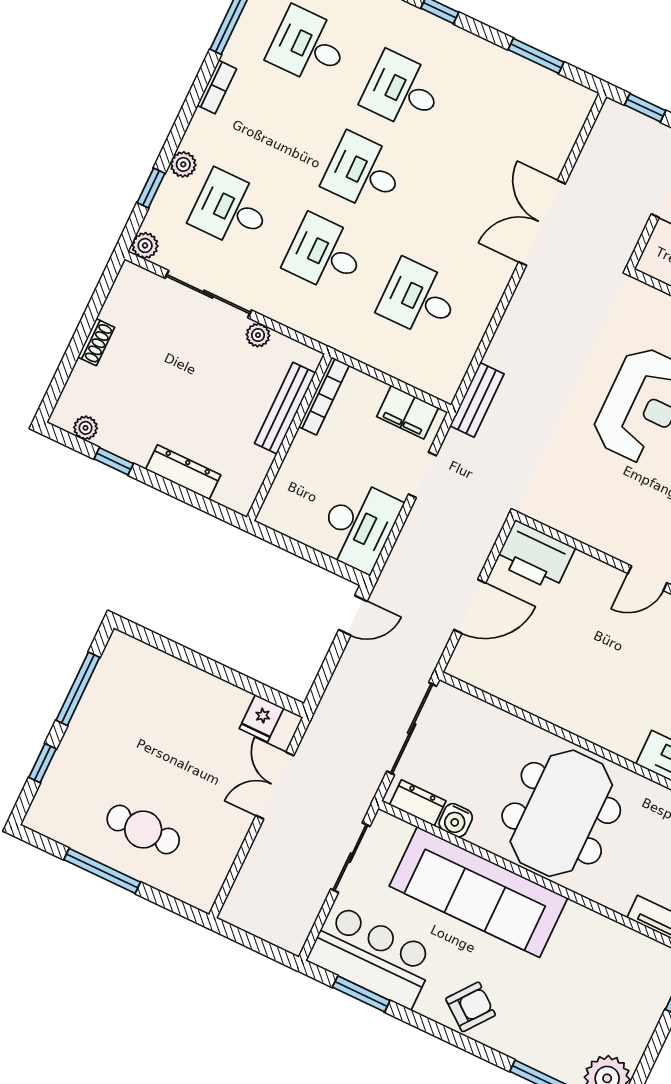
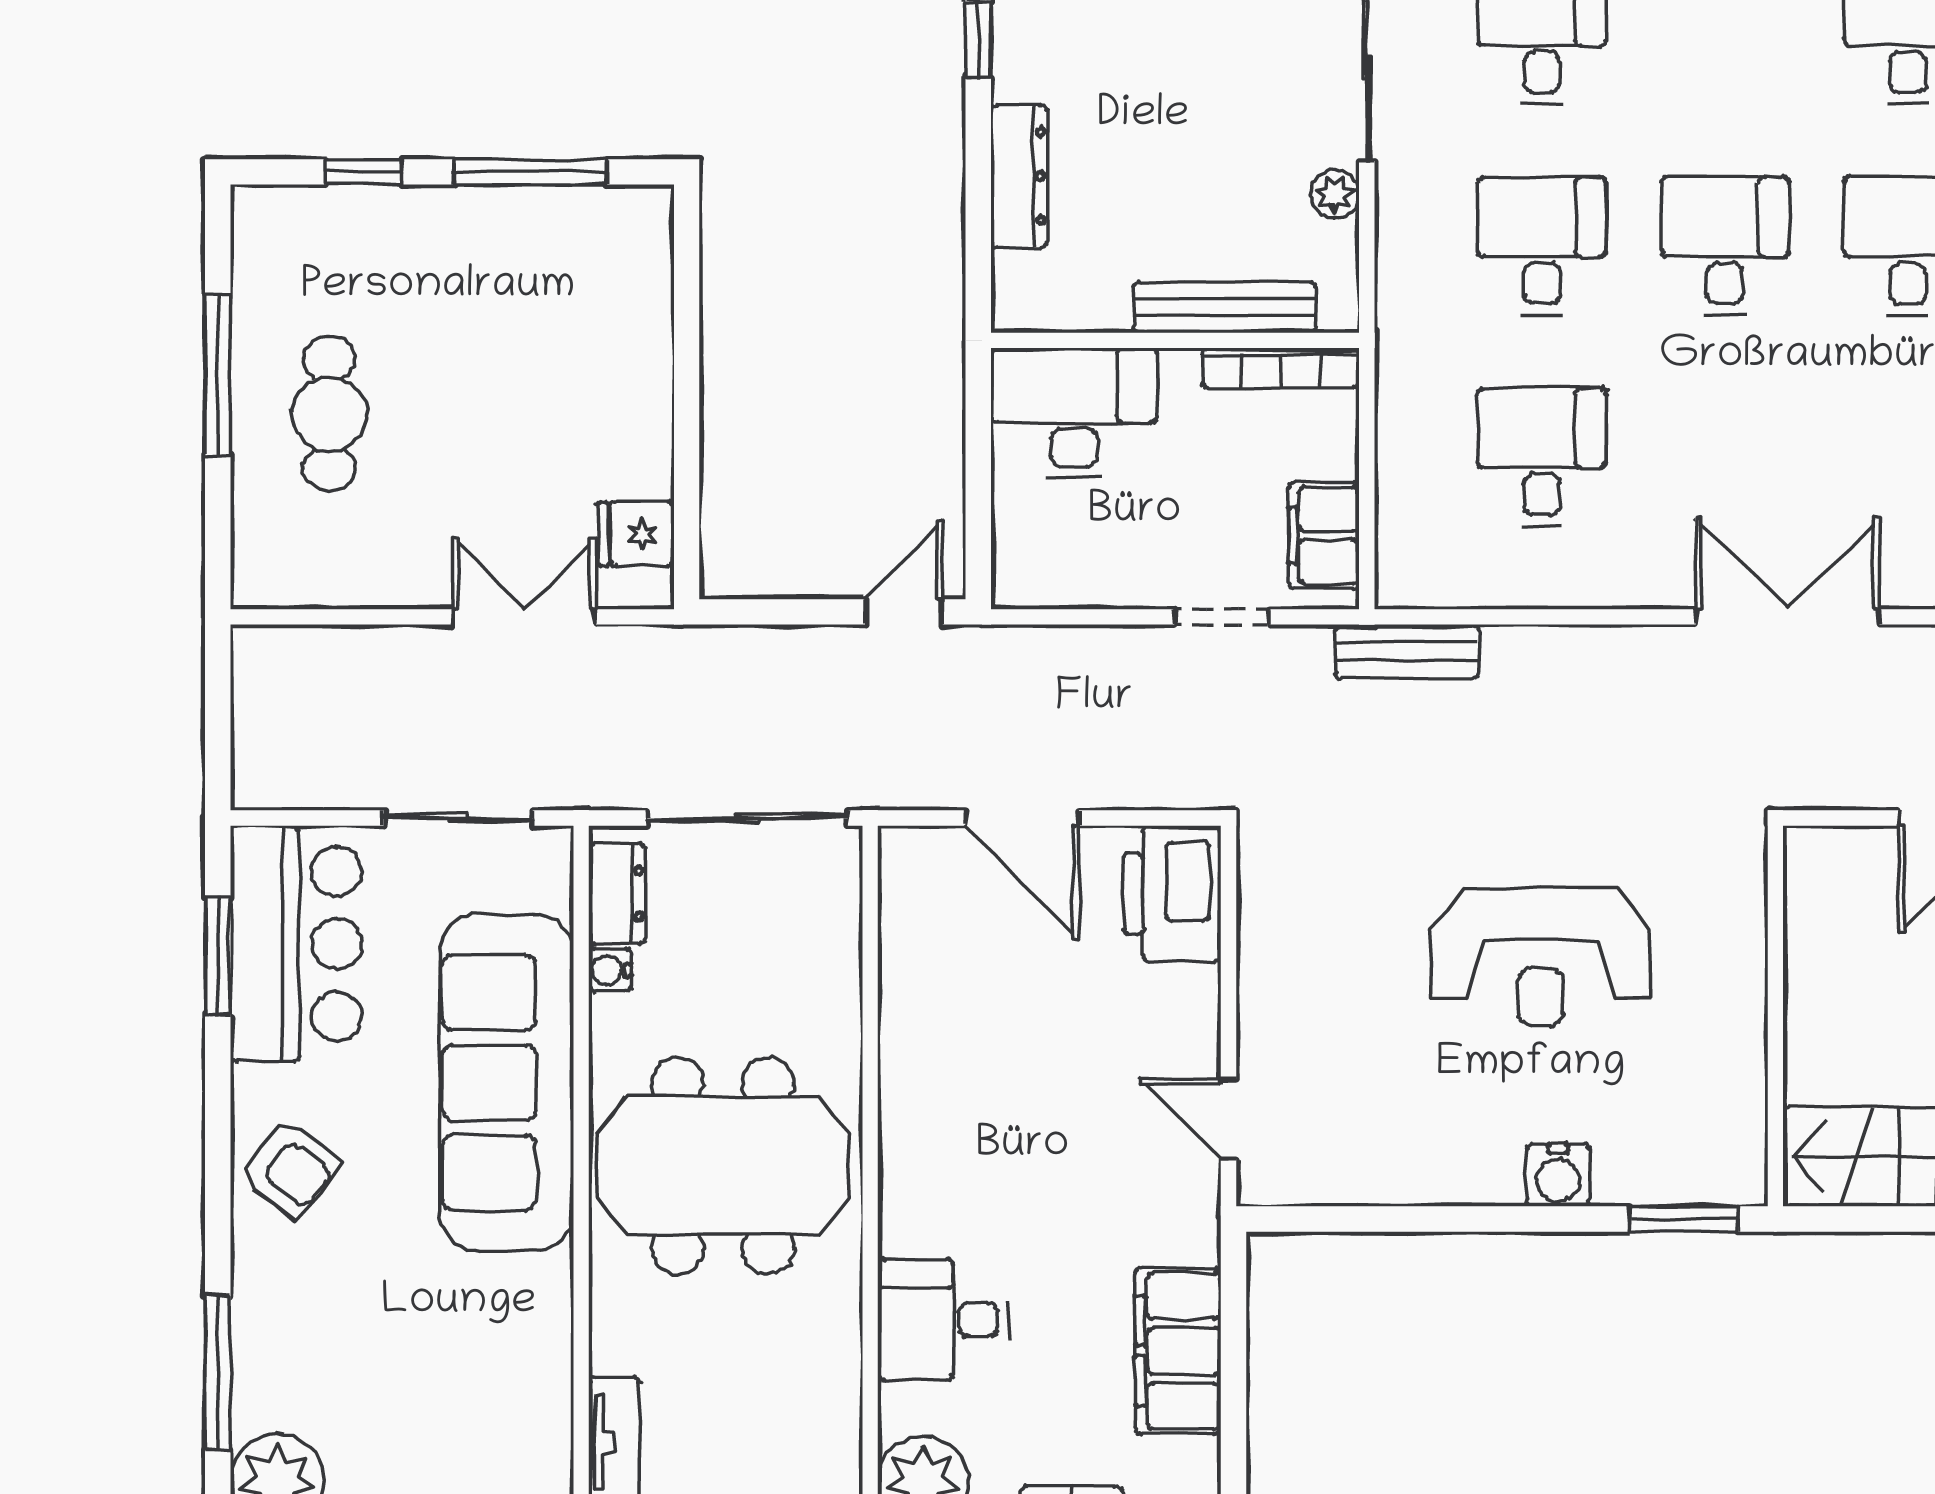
desk: (359, 526) -> (1074, 413), moved, turned 180
door: (353, 615) -> (904, 612), swing flipped
water cooler: (456, 820) -> (610, 970), width x0.72, depth x0.72

